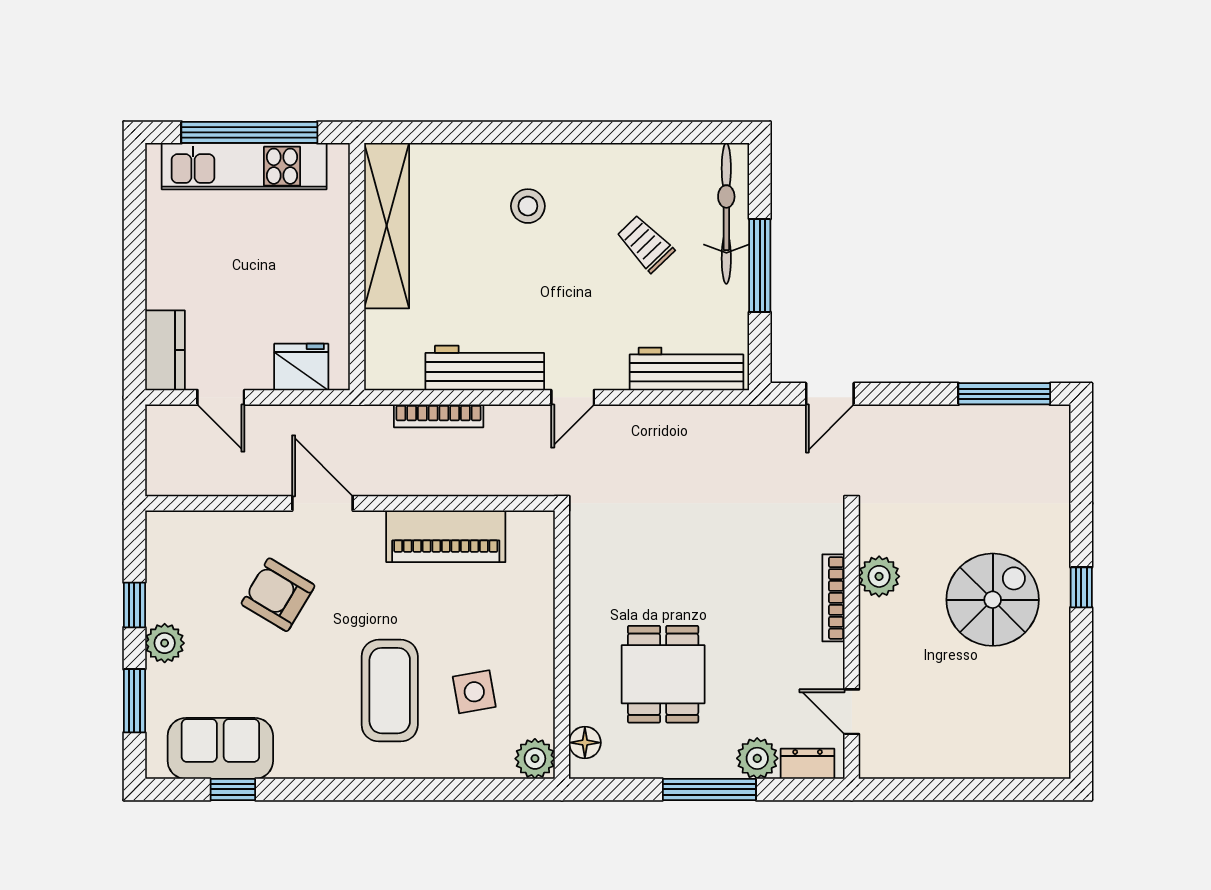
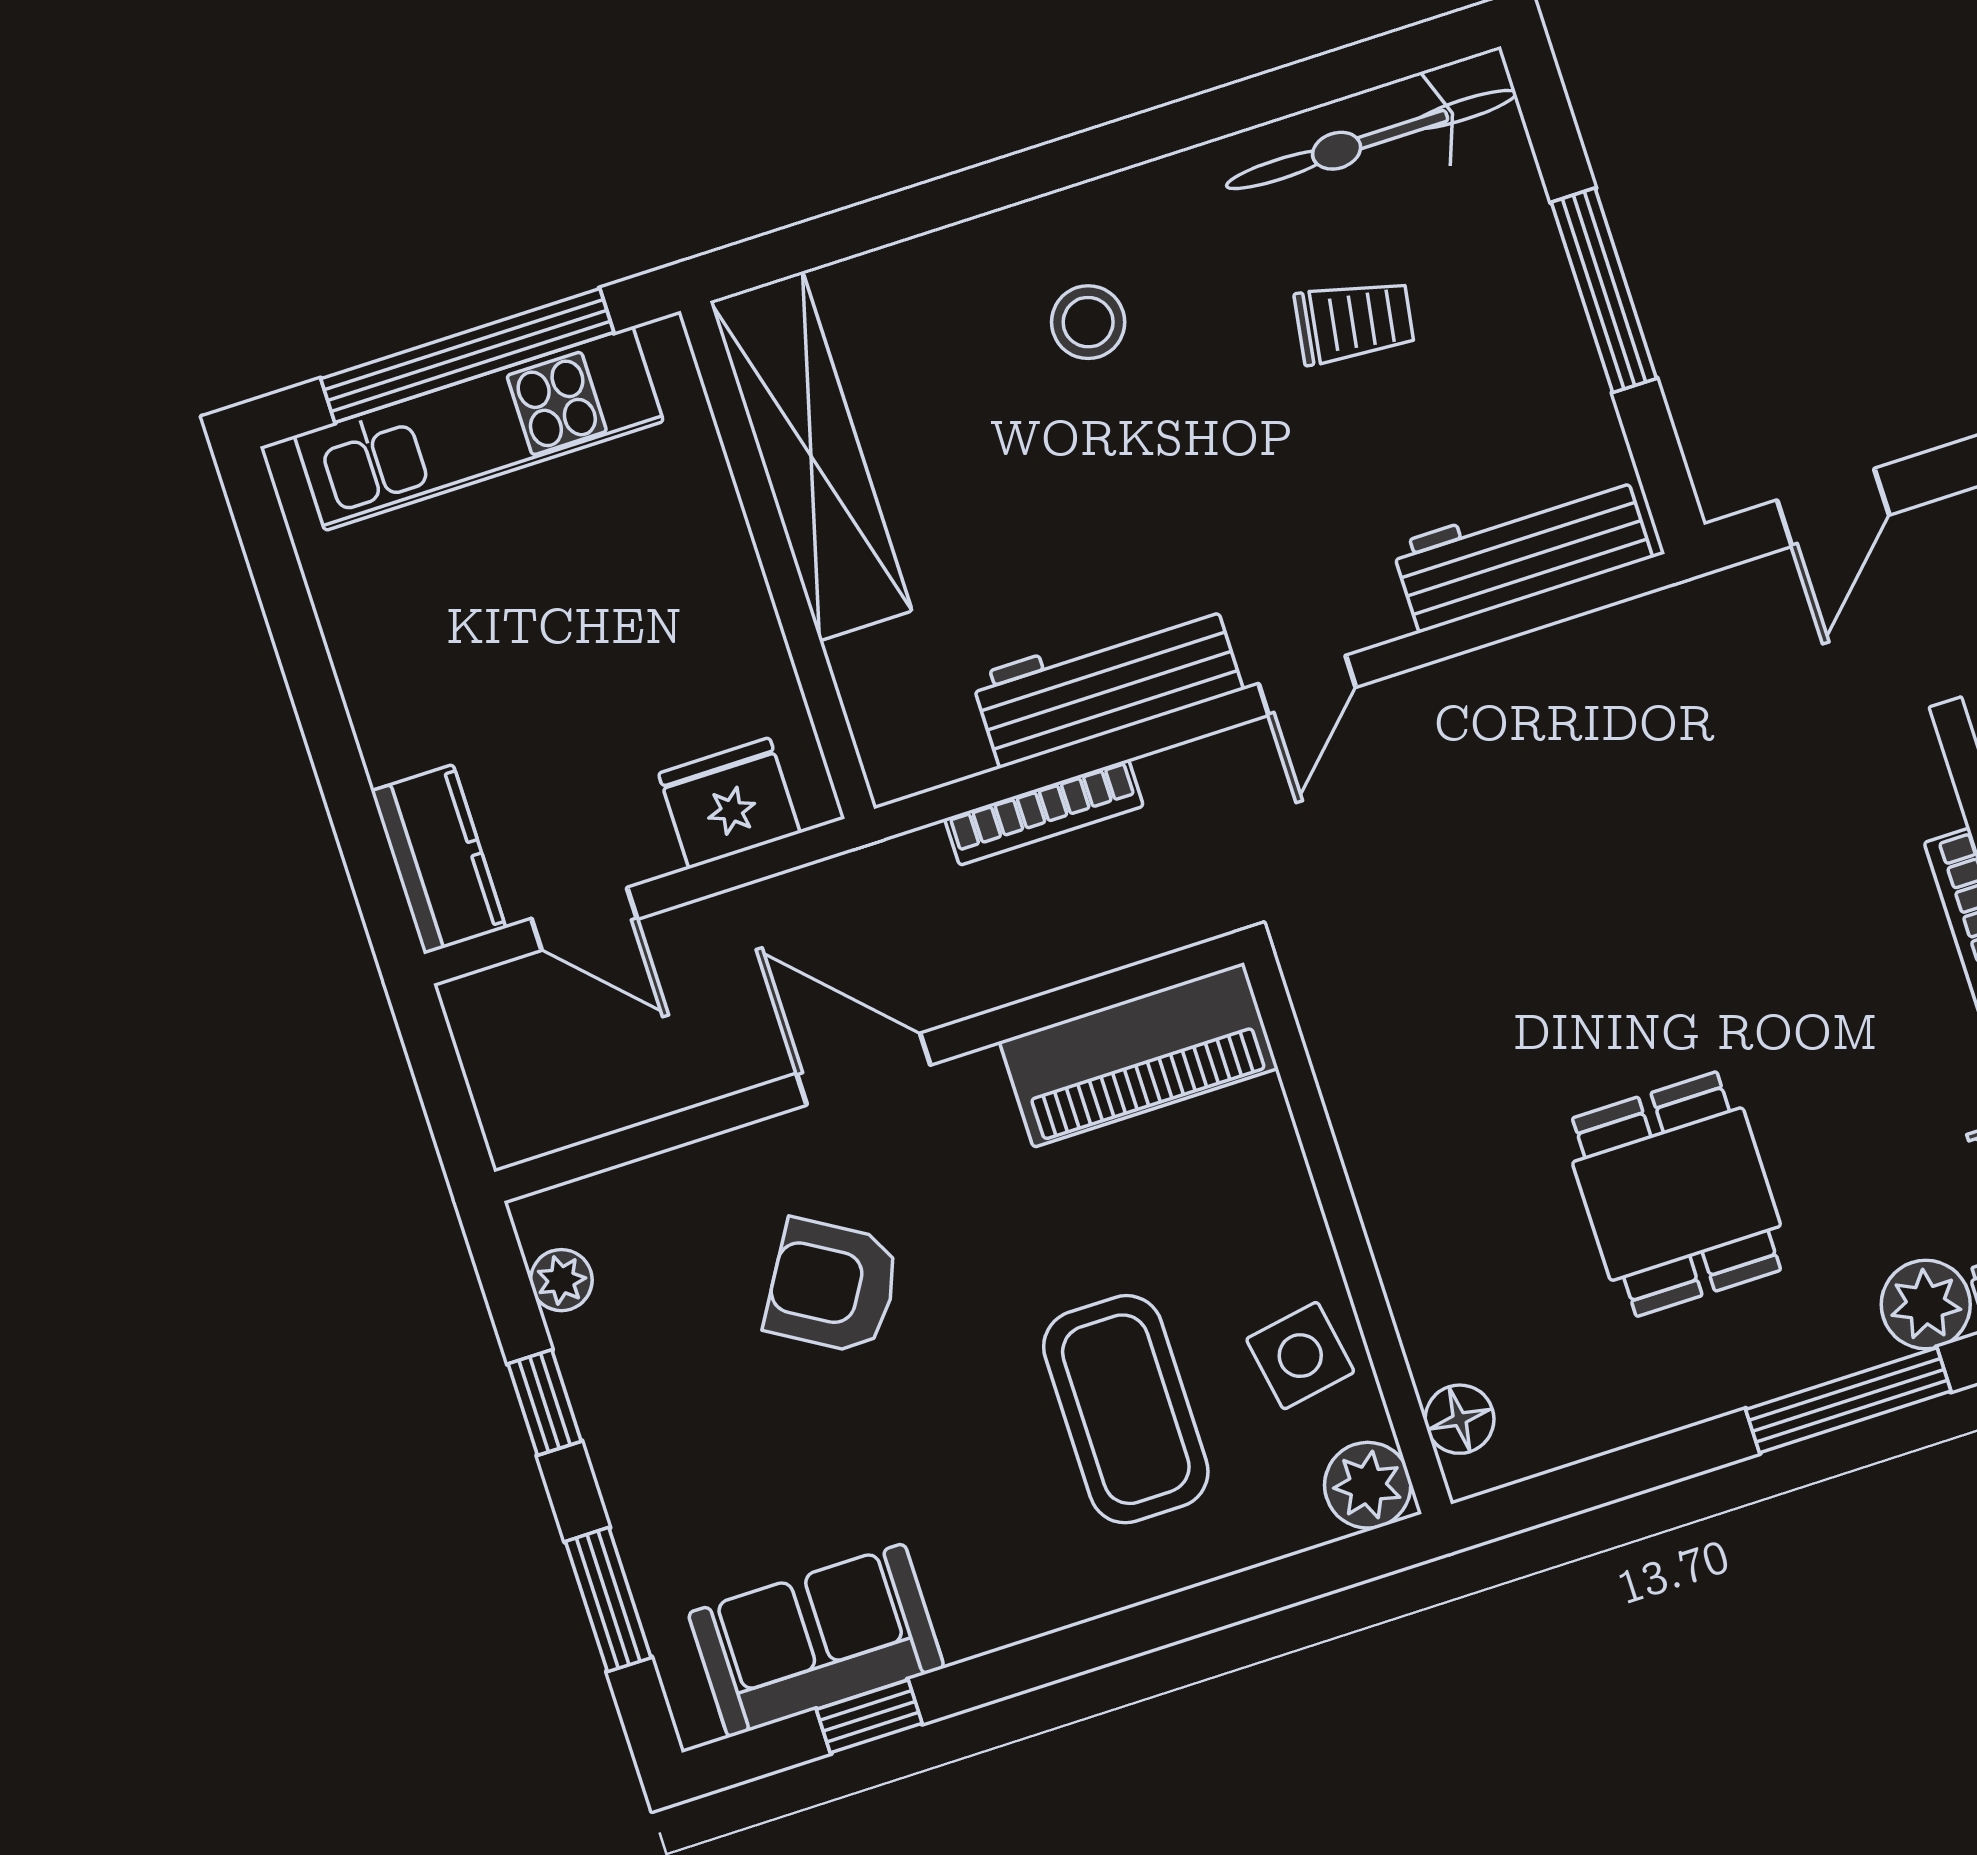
bicycle: (726, 213) -> (1371, 139), moved, turned -90
trolley: (645, 244) -> (1354, 321), turned 143
plant: (165, 643) -> (561, 1280), moved, width x0.73, depth x0.73
wall: (562, 645) -> (1347, 1233), moved
floor lamp: (585, 743) -> (1460, 1419), moved
plant: (535, 759) -> (1368, 1485), moved

